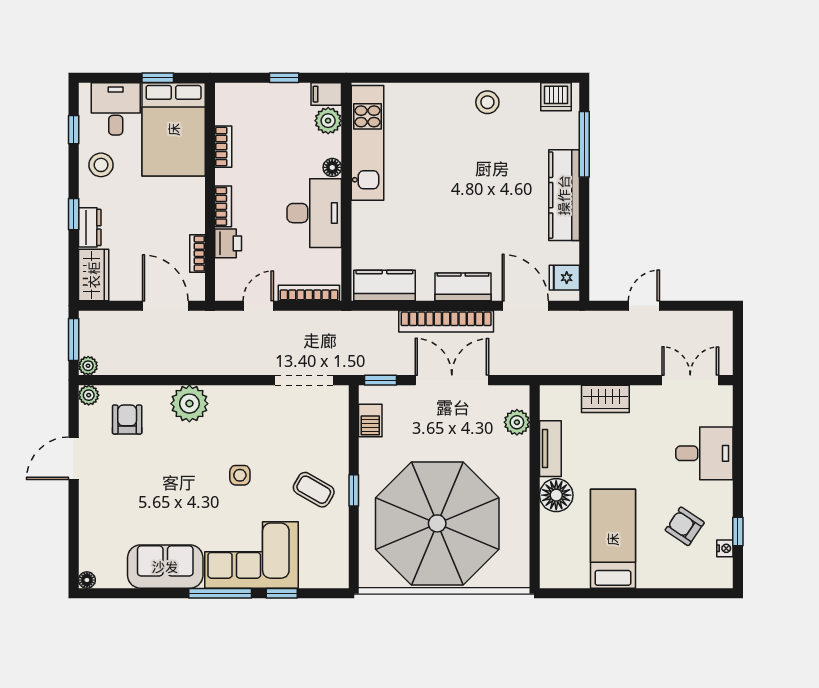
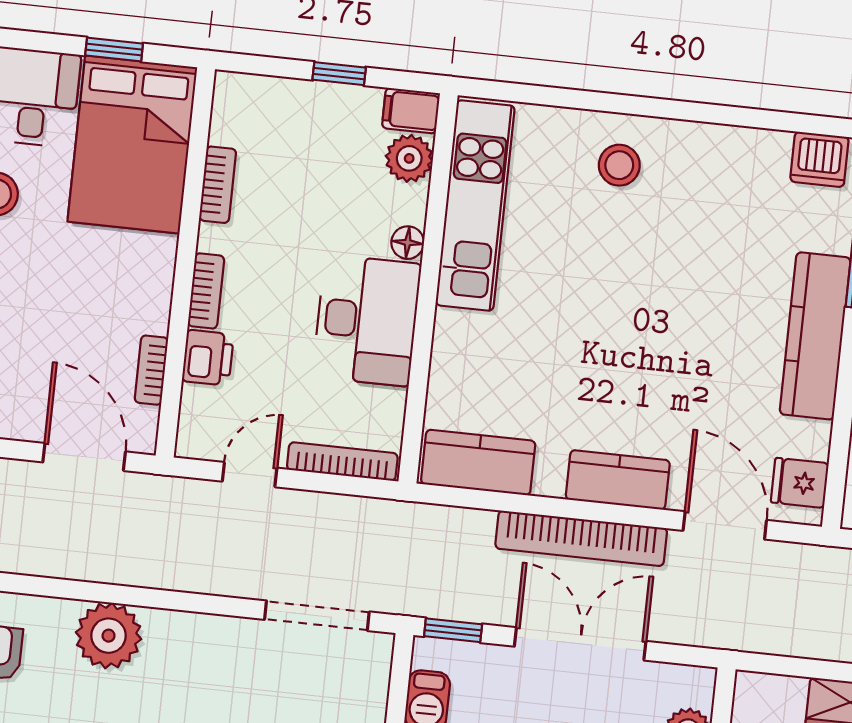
stool: (487, 102) -> (619, 165), moved

